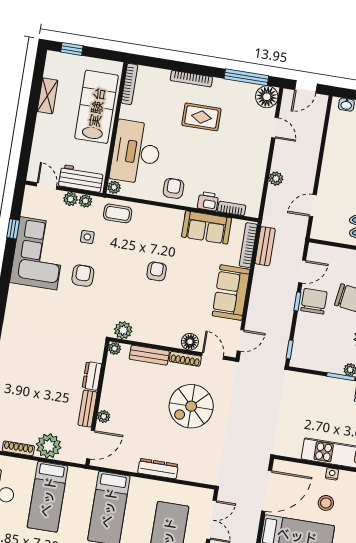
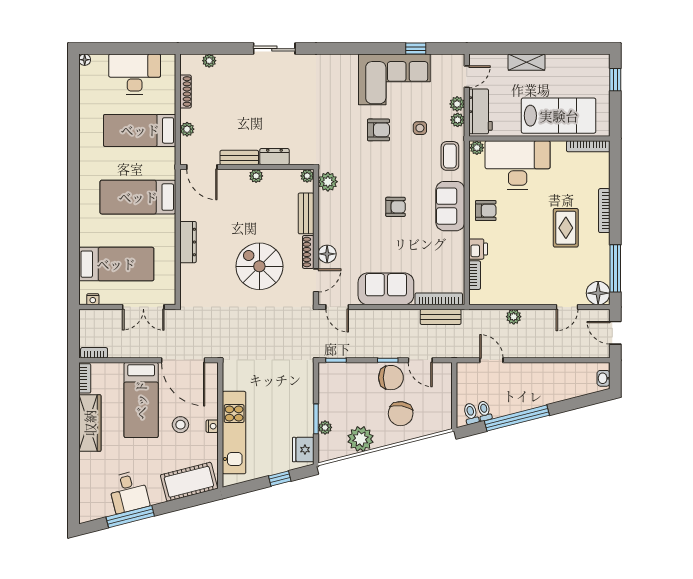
shelving: (48, 96) -> (527, 62), moved
sofa: (207, 227) -> (450, 206), moved
plant: (104, 416) -> (256, 176), moved
plant: (49, 446) -> (187, 129), width x0.53, depth x0.53

